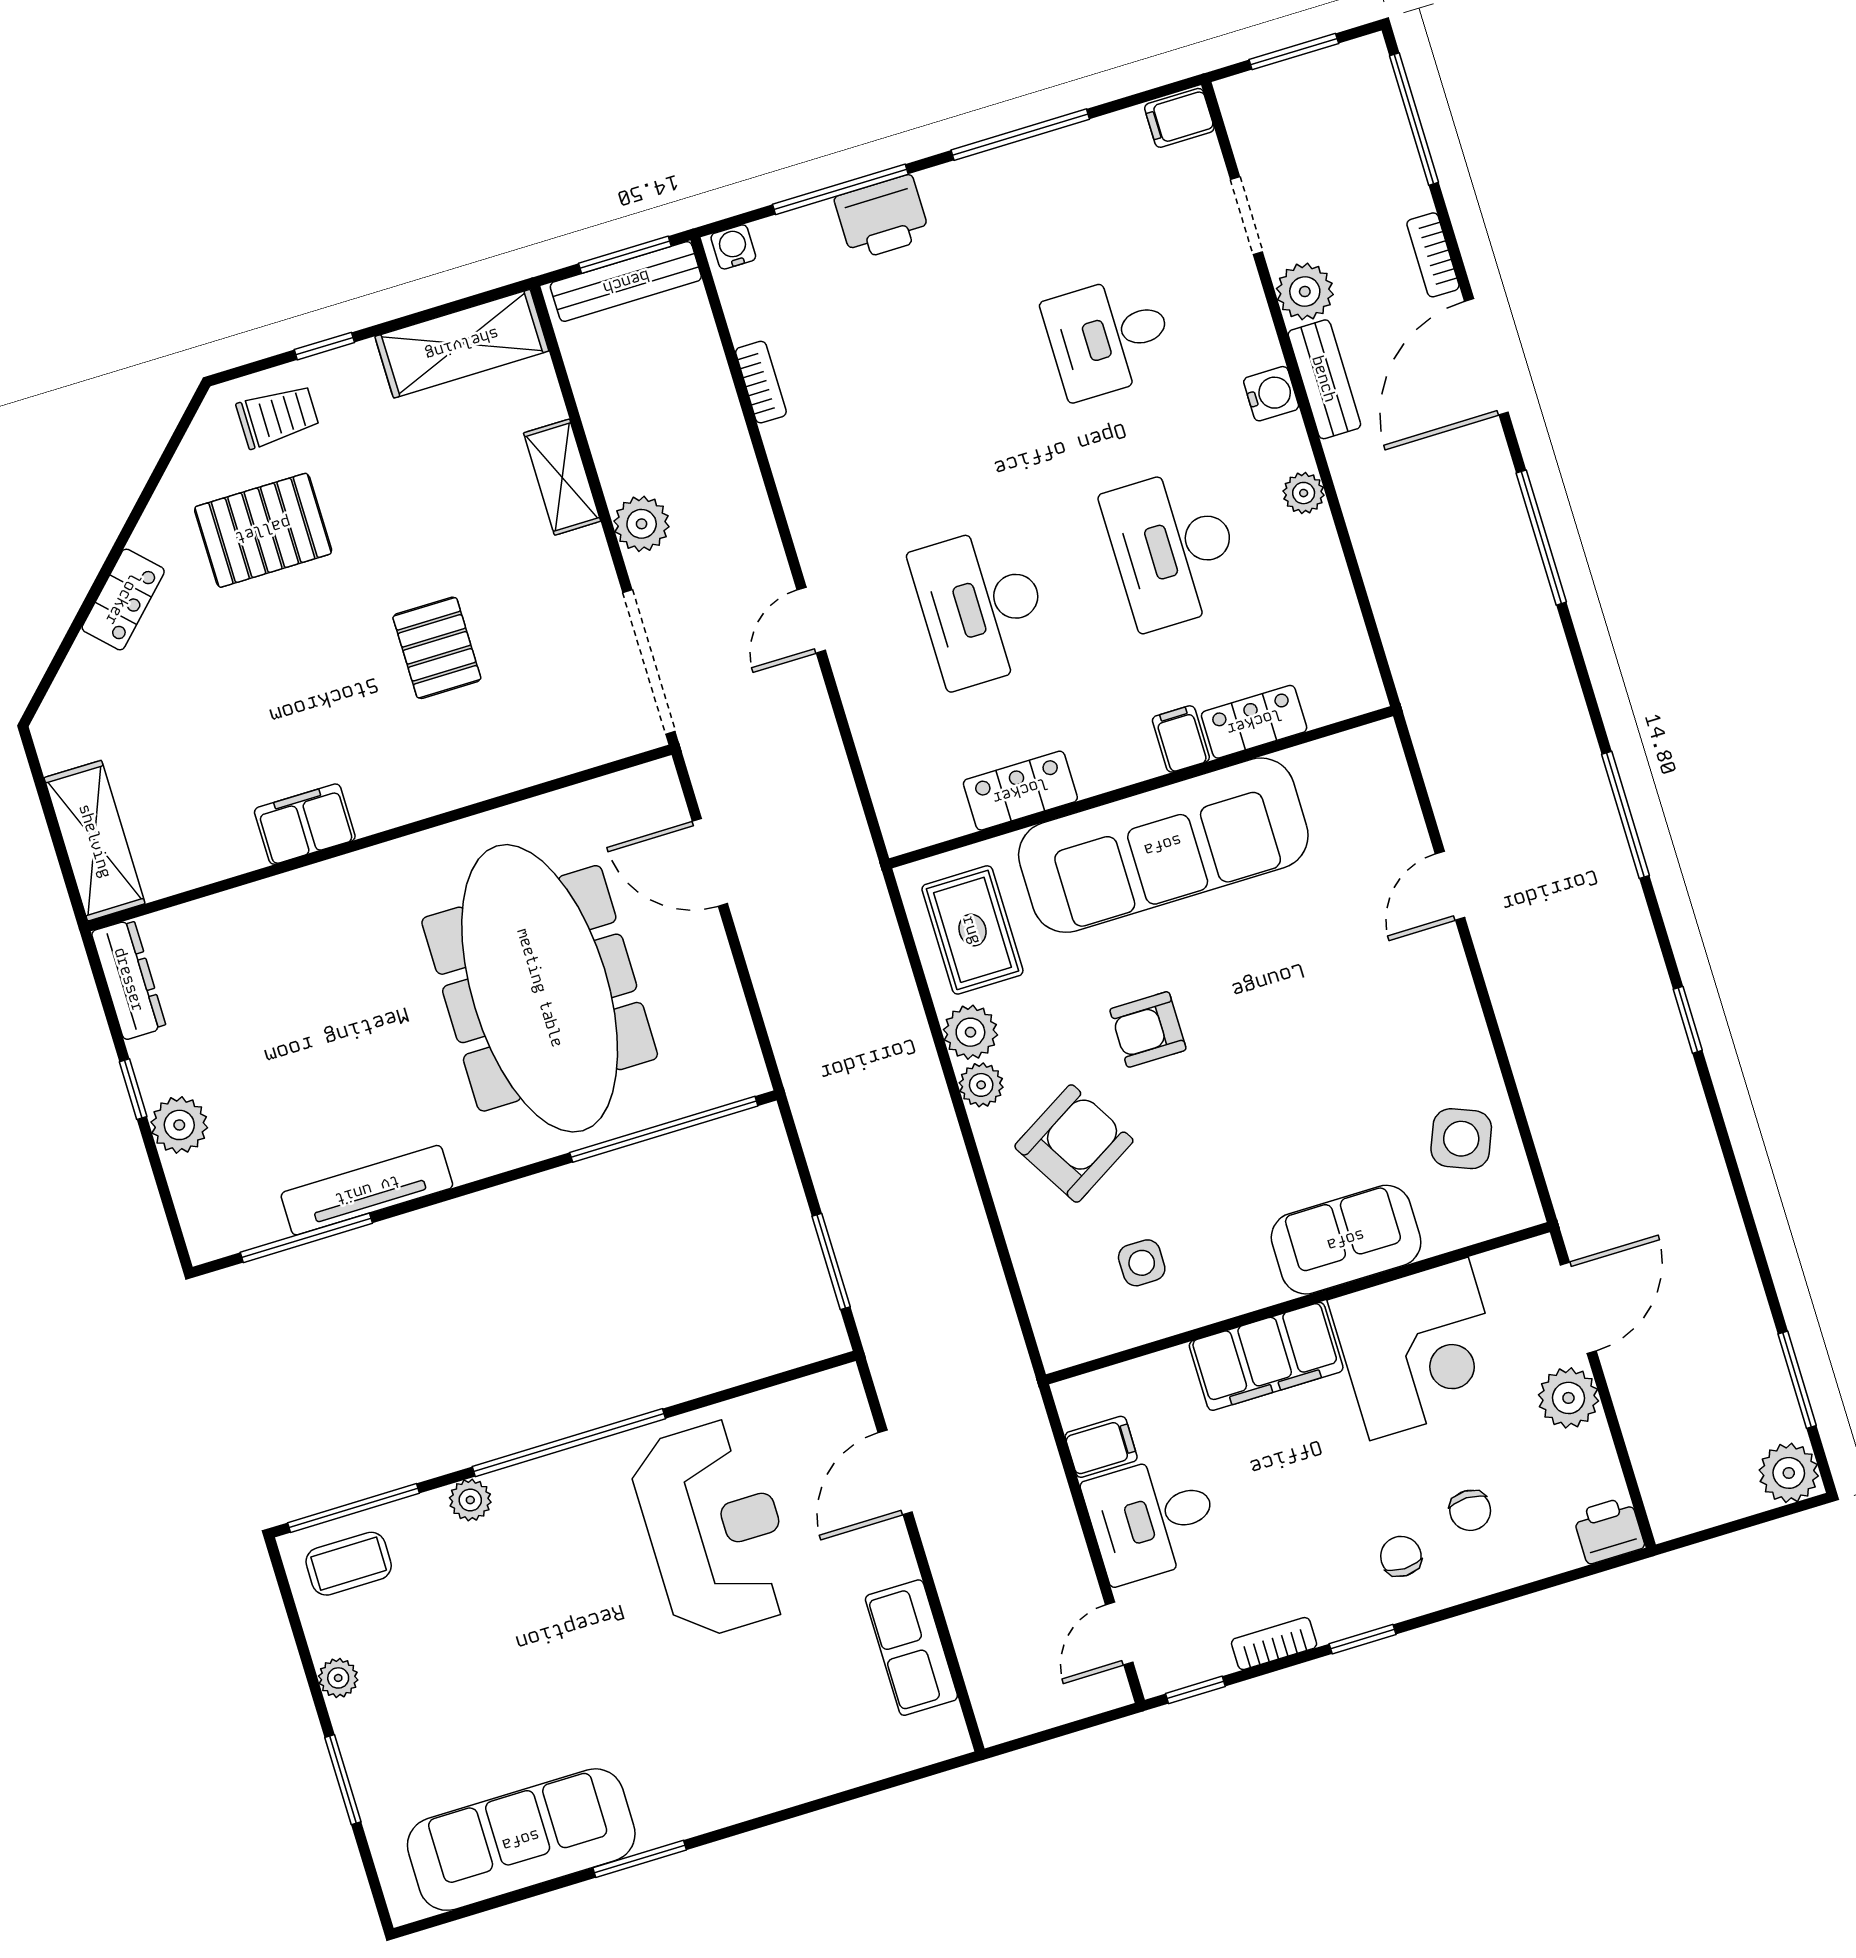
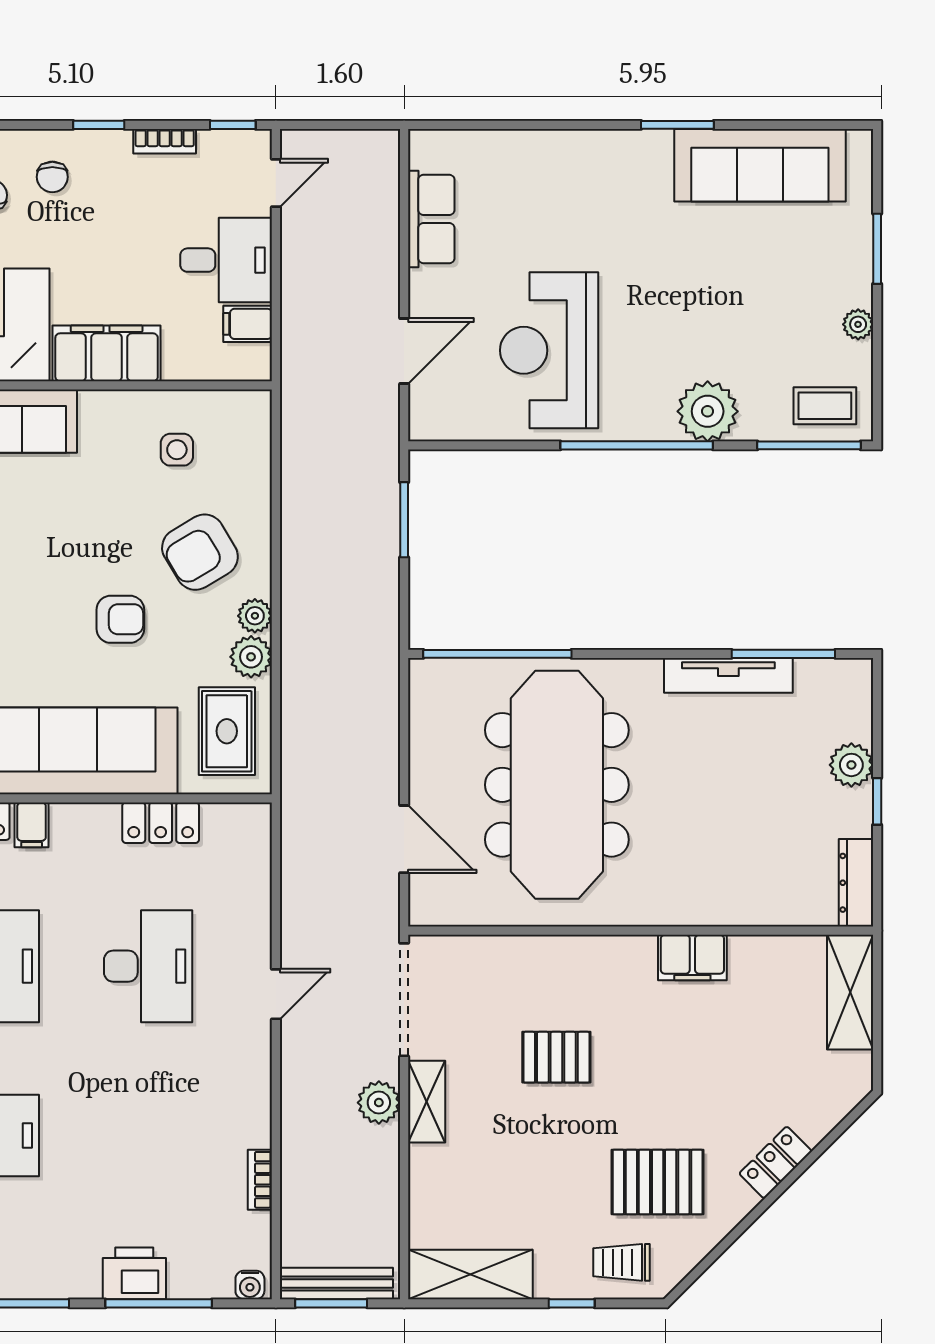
shelving: (562, 477) -> (427, 1102), moved
pallet: (437, 648) -> (556, 1057), turned 90
plant: (470, 1500) -> (708, 411), width x1.87, depth x1.87

